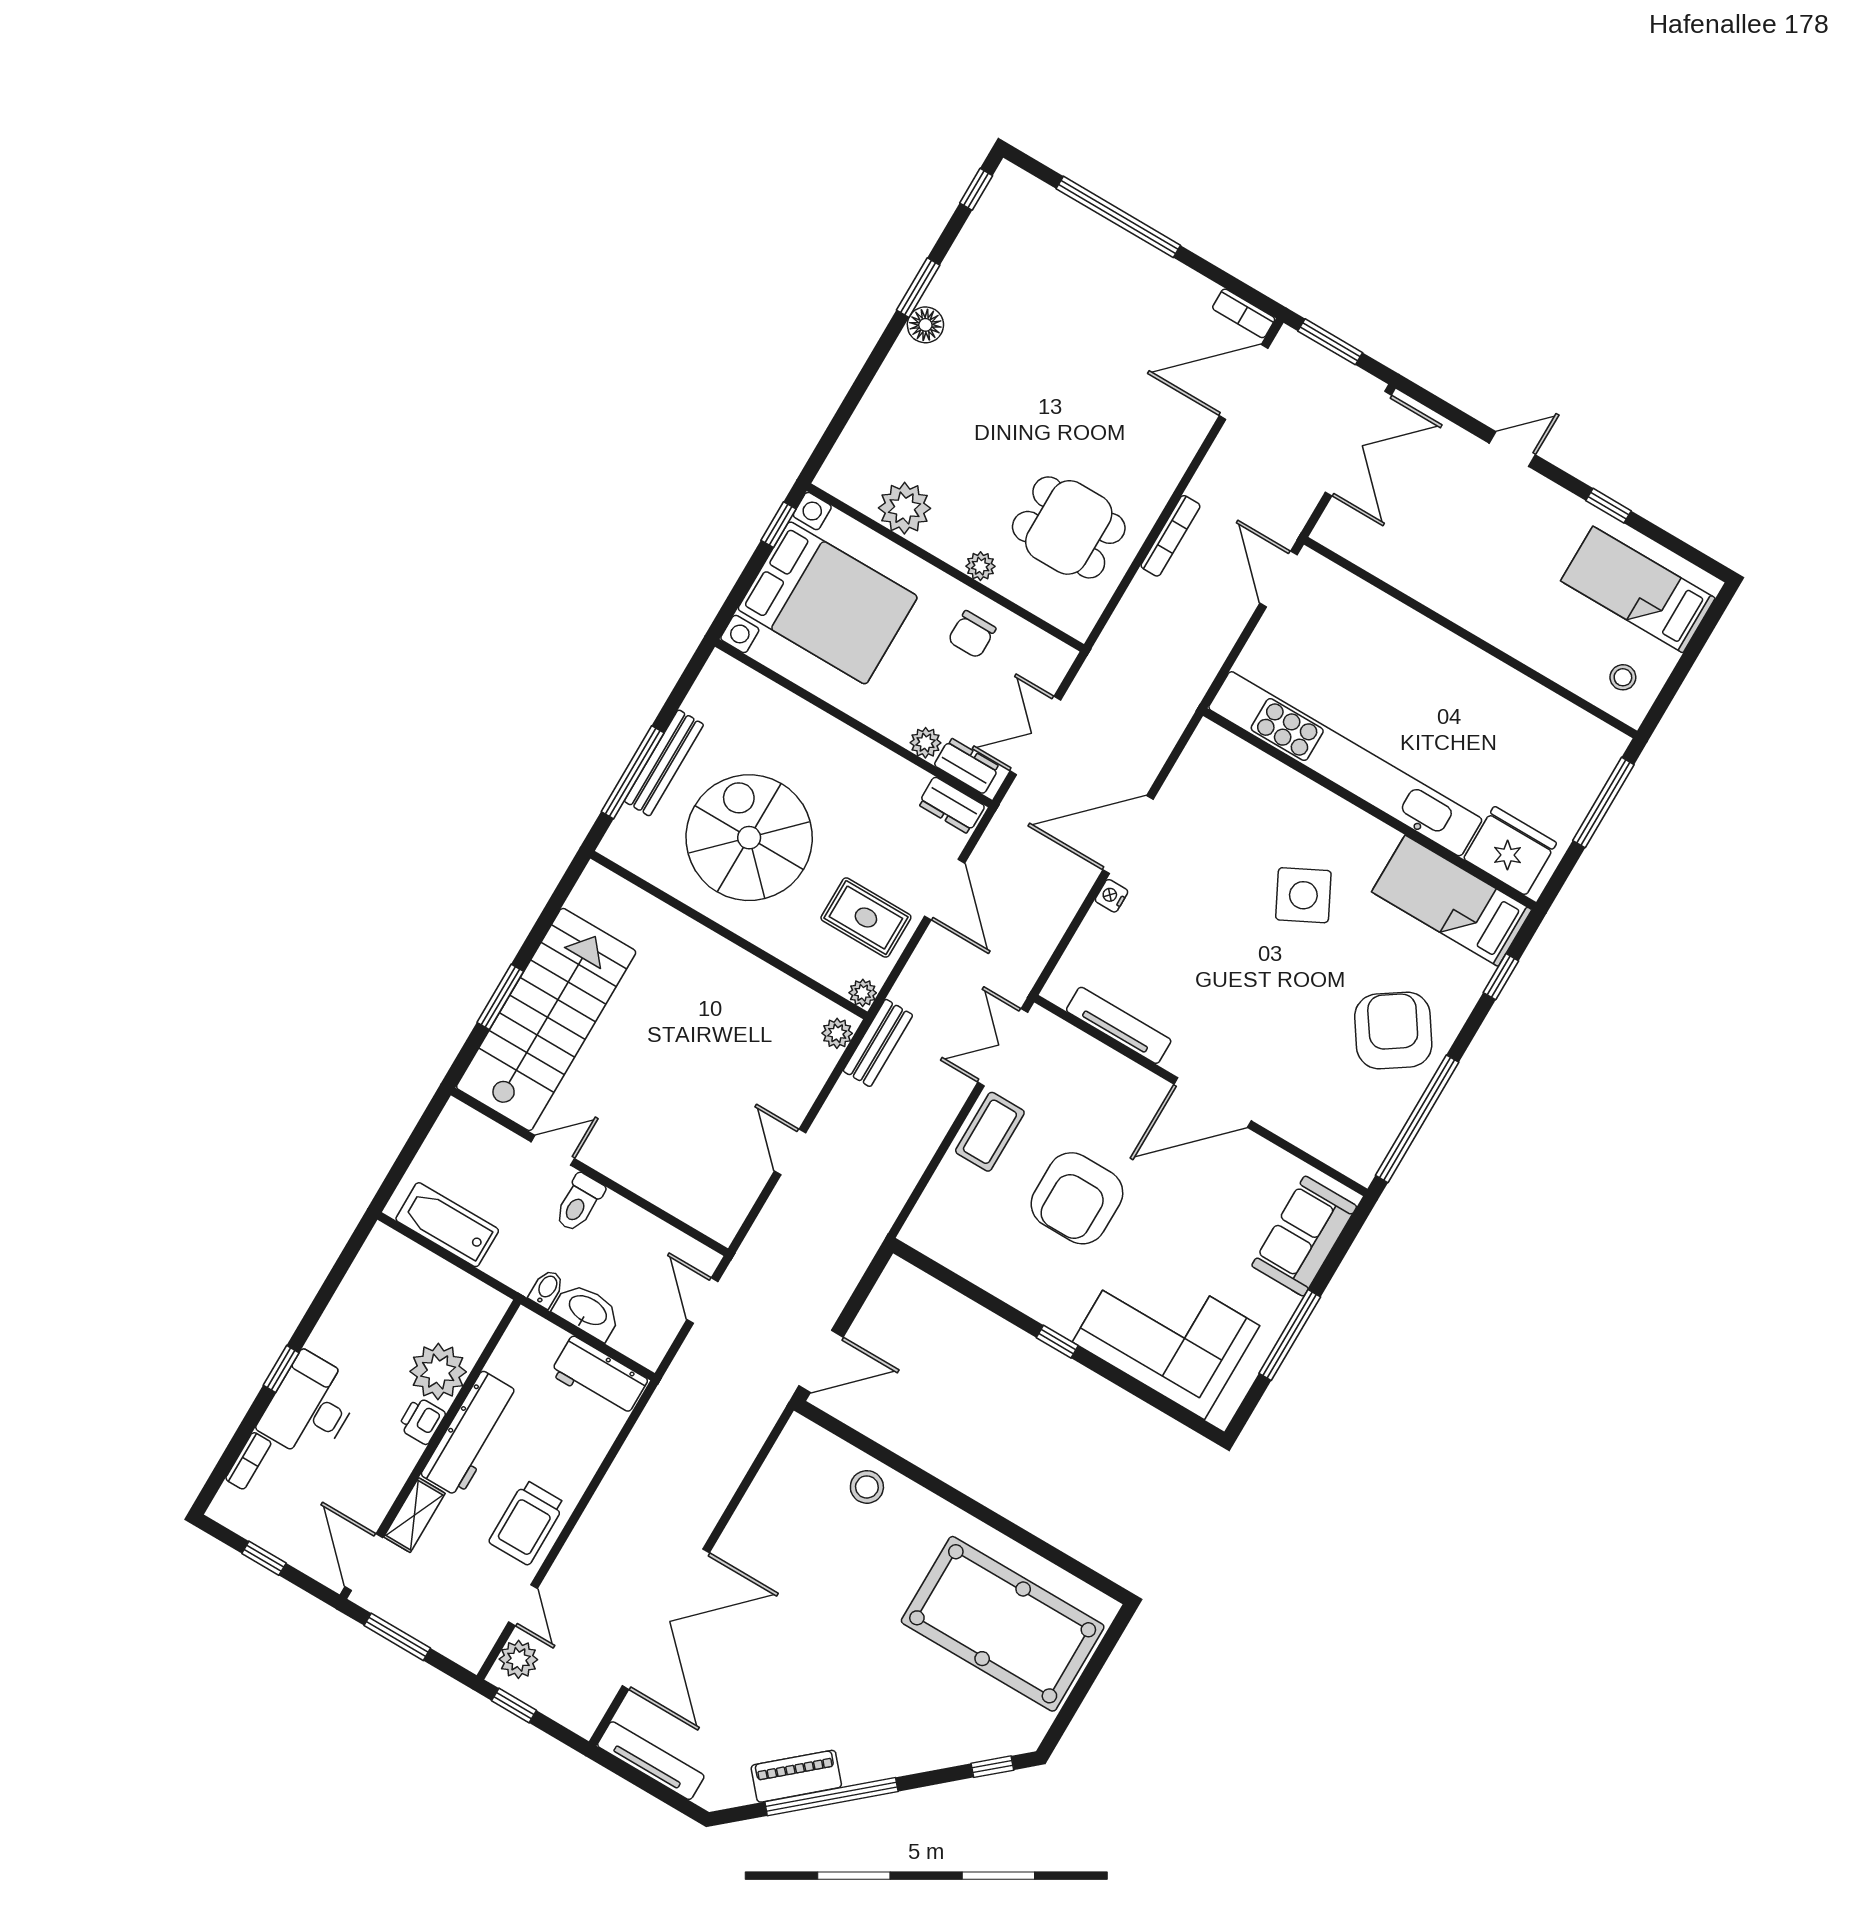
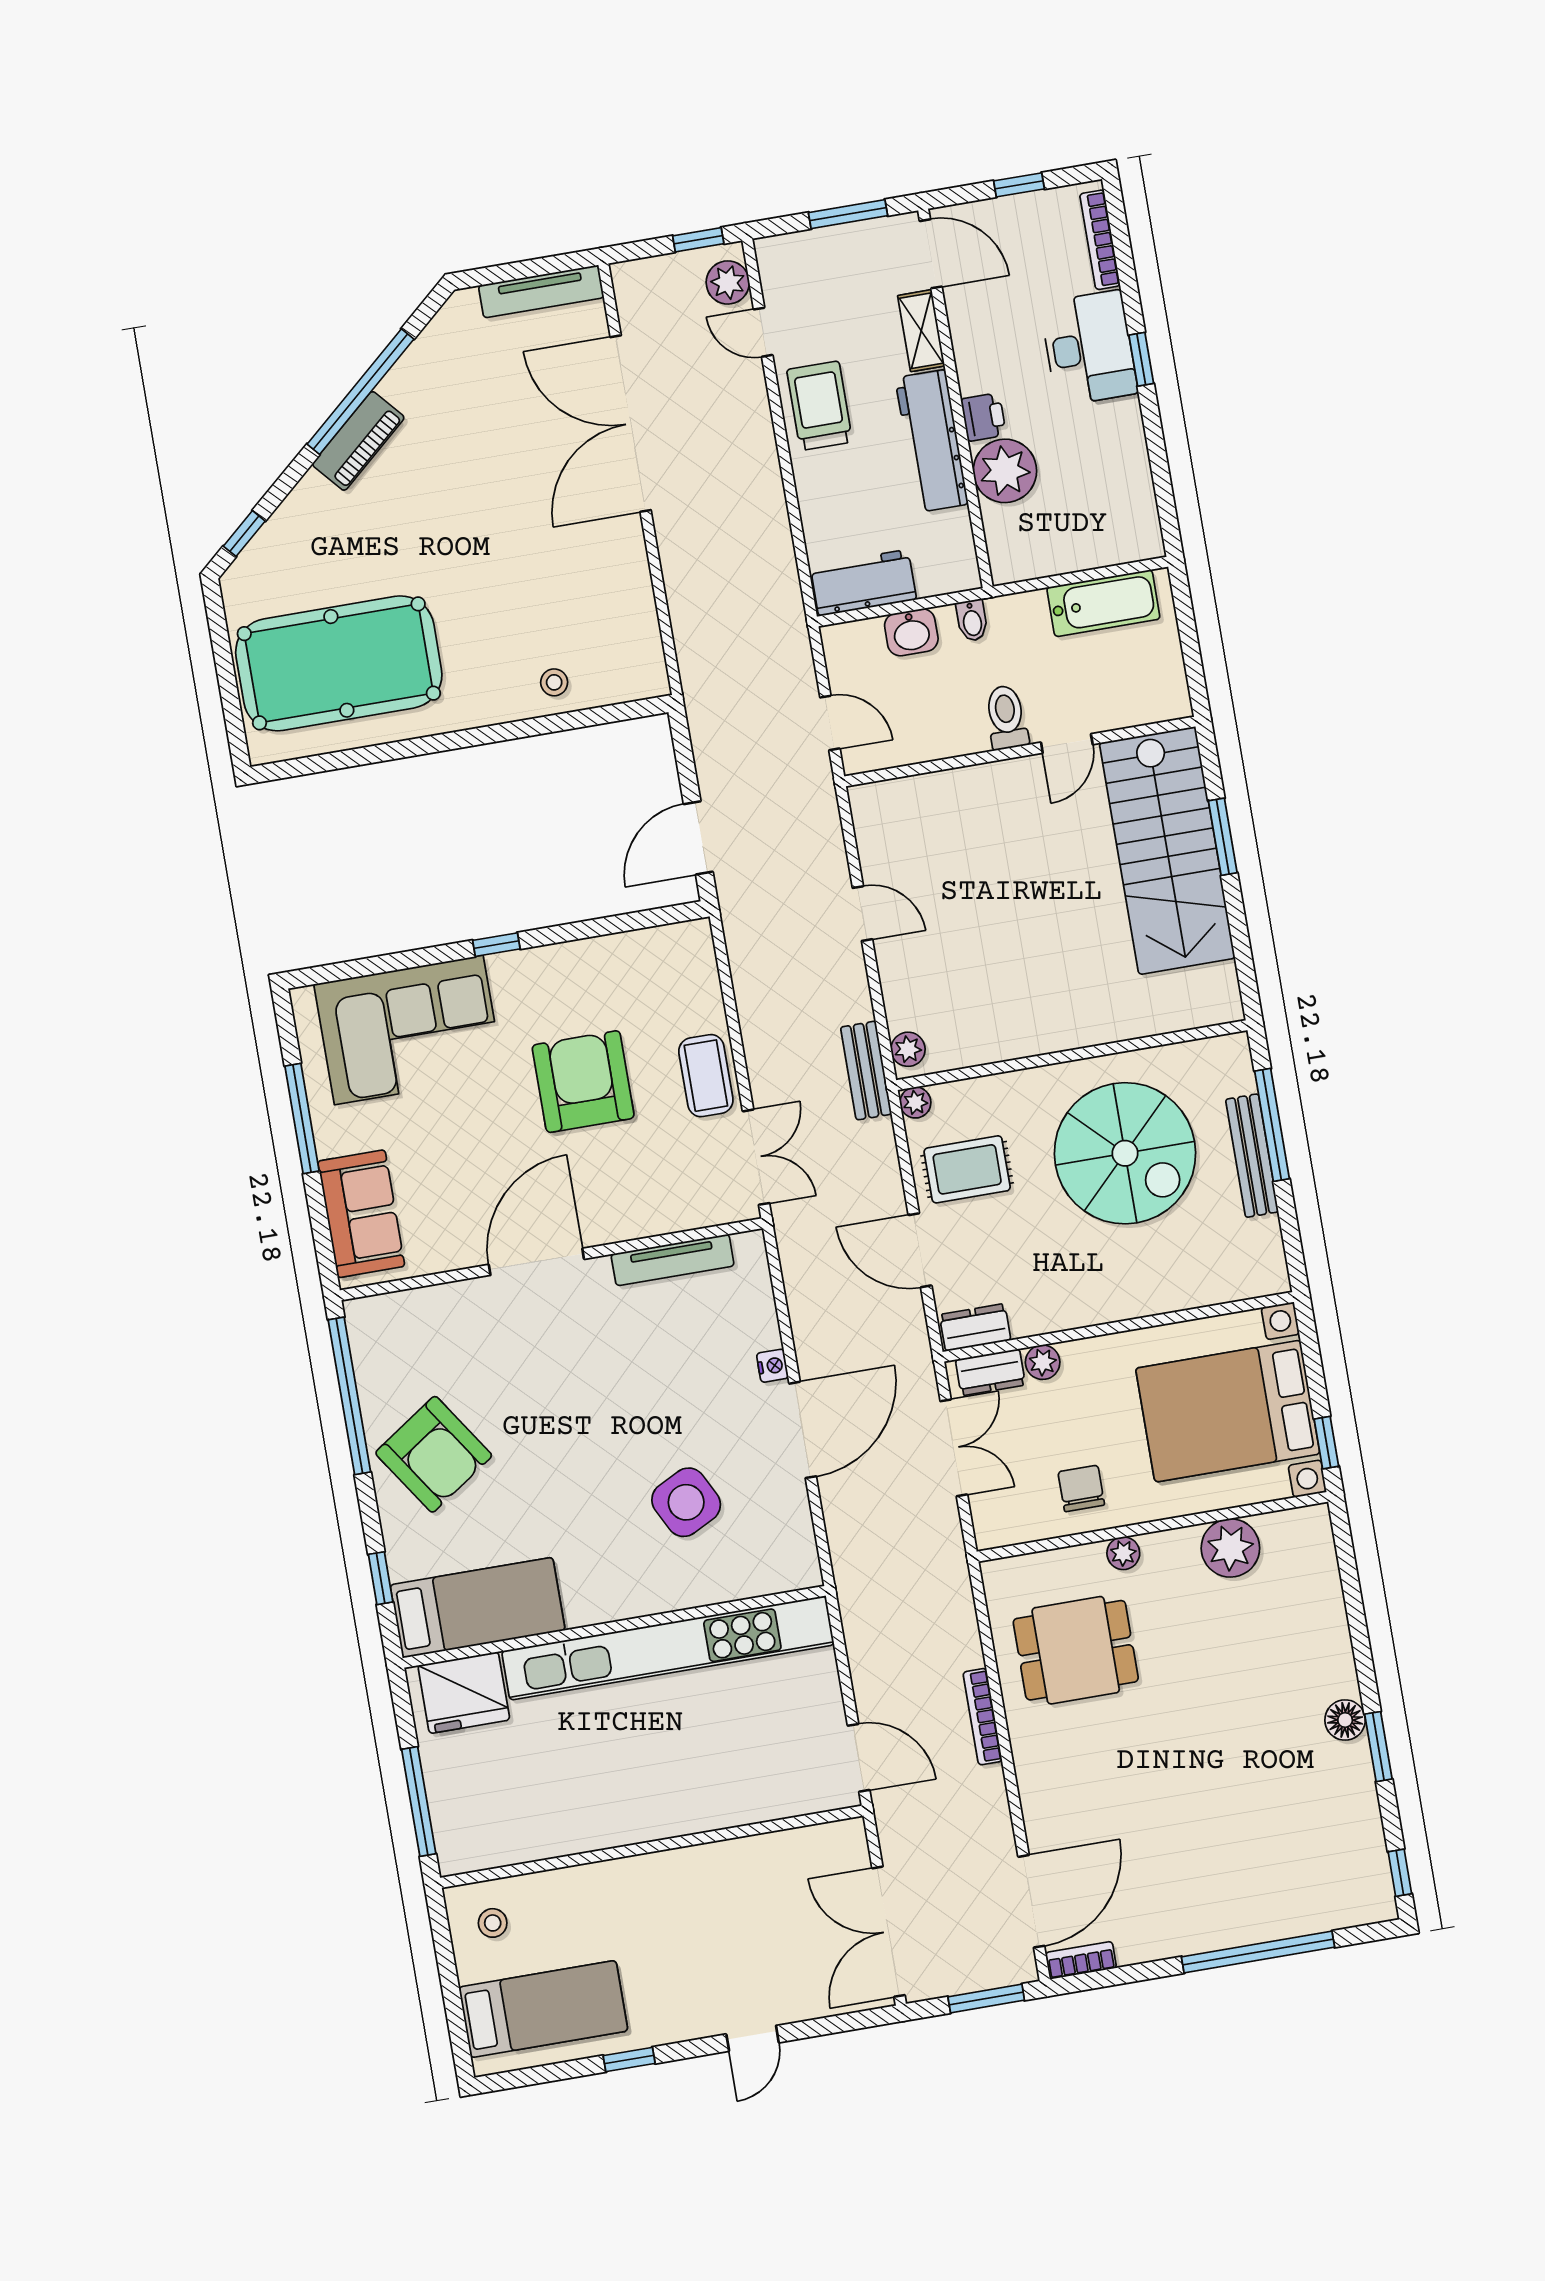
side table: (1303, 895) -> (686, 1502), moved
washbasin: (587, 1311) -> (911, 632), width x0.72
door: (821, 1361) -> (698, 838), moved
bookcase: (248, 1461) -> (1100, 240), width x1.56
stool: (867, 1487) -> (554, 682), width x0.73, depth x0.73
piano: (796, 1776) -> (358, 441), moved

